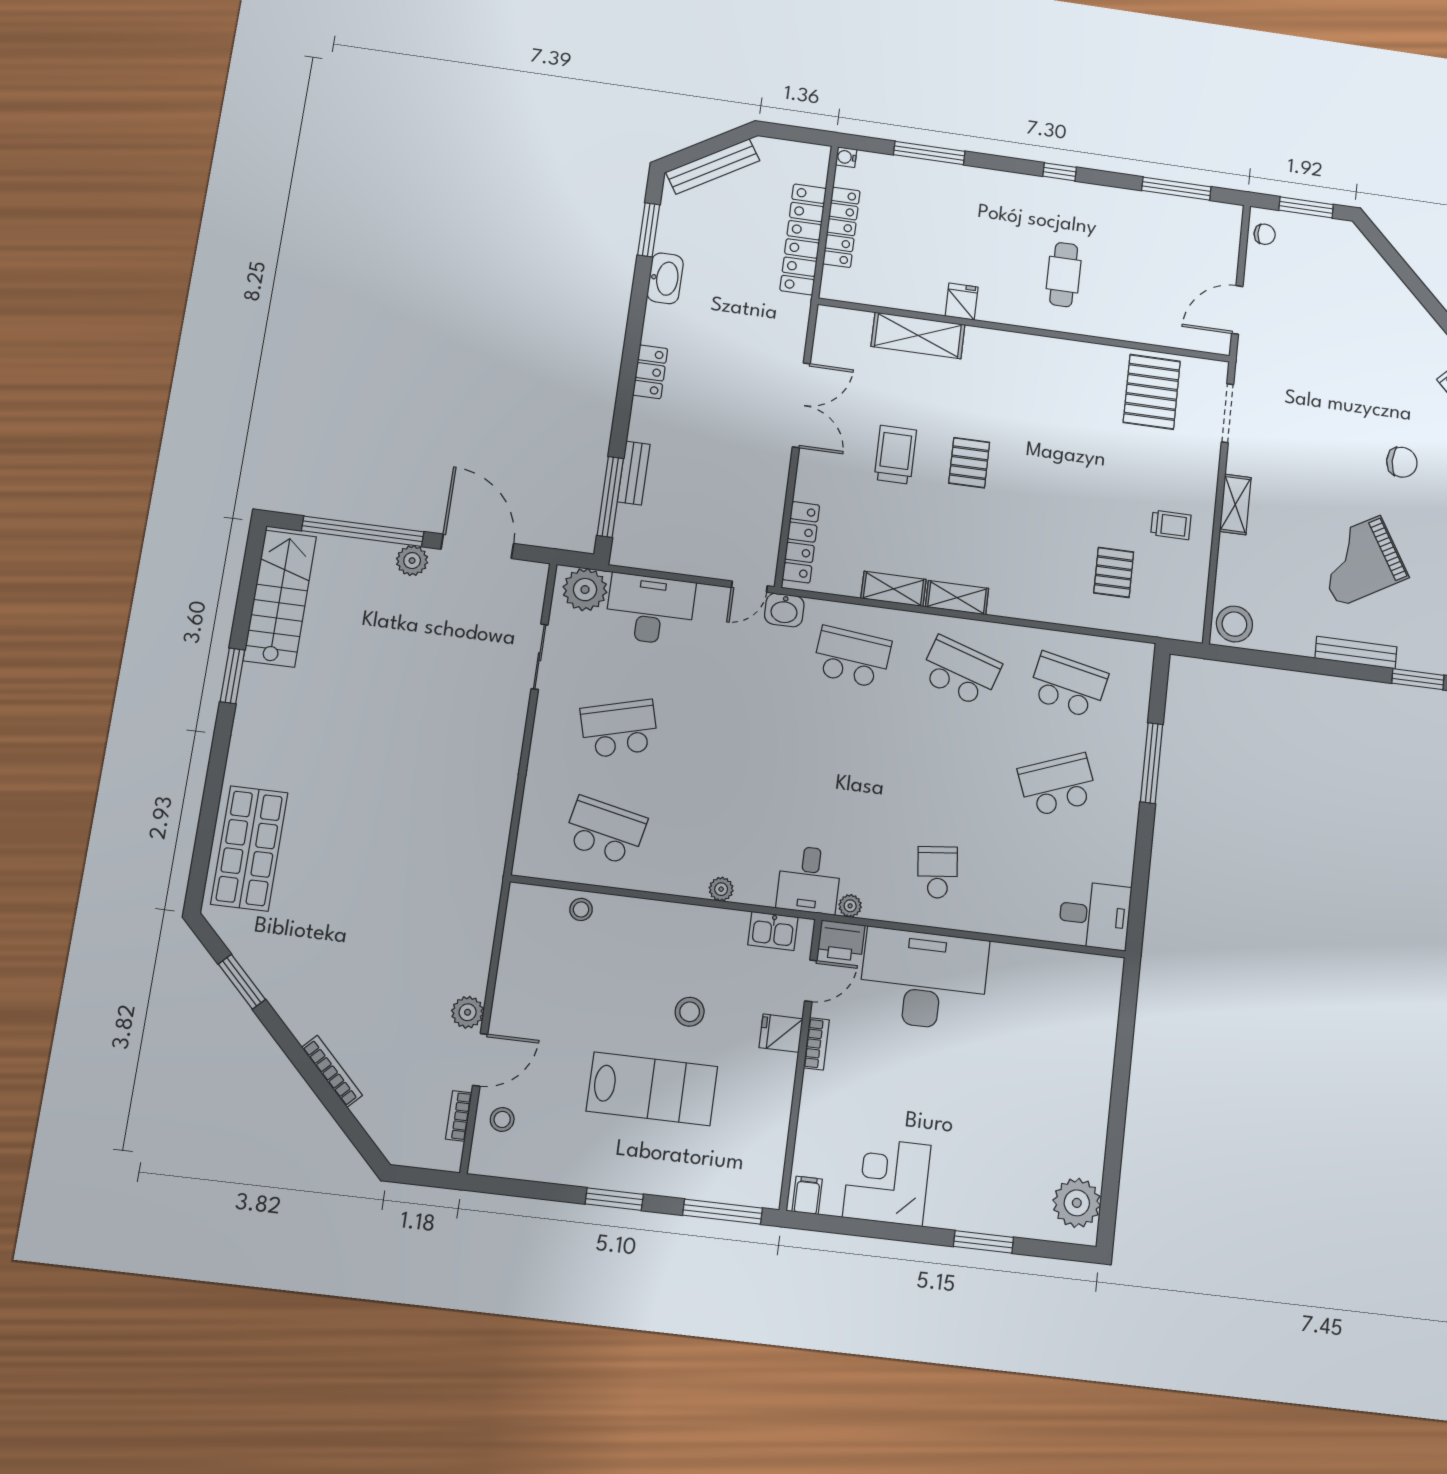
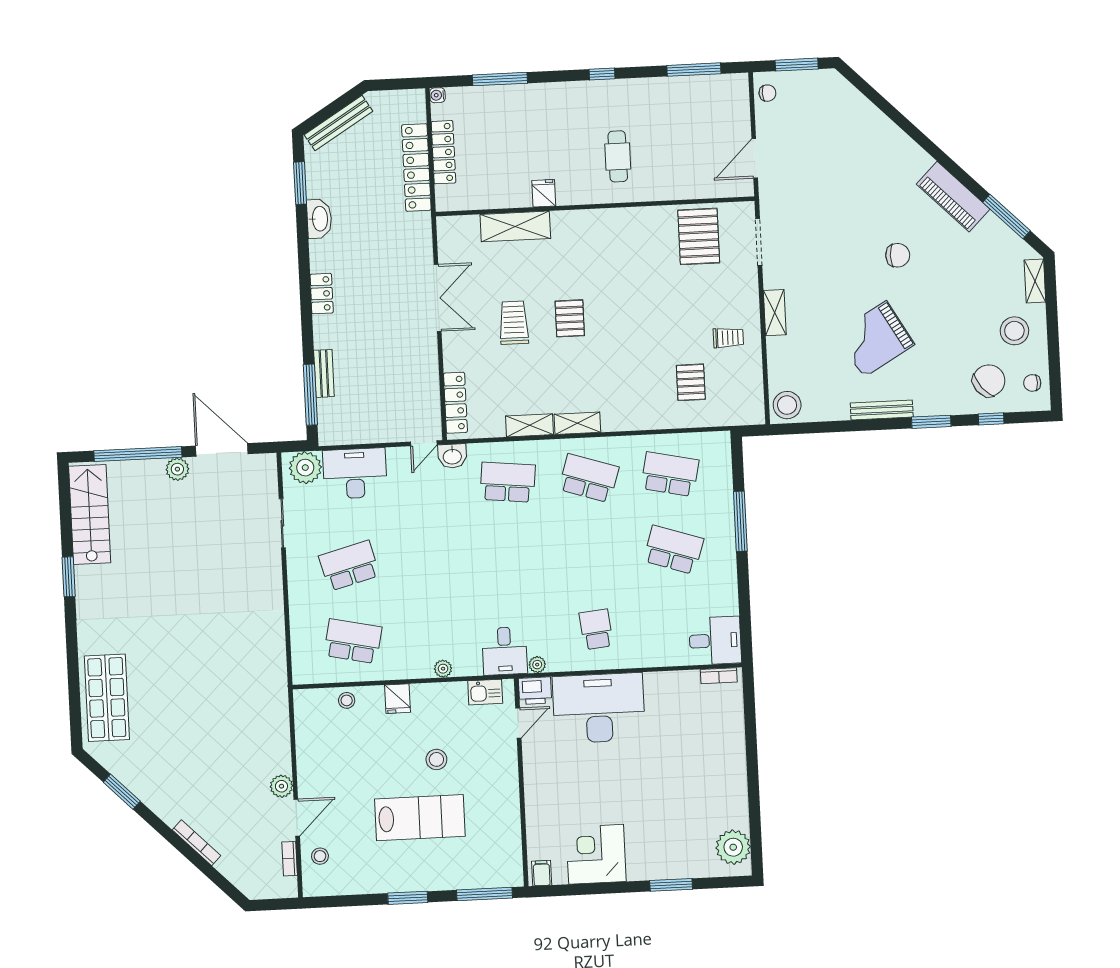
school desk: (1058, 785) -> (673, 550), turned 39
fridge: (781, 1033) -> (398, 699), moved, turned -90
bookcase: (816, 1044) -> (719, 676), moved, turned 90

